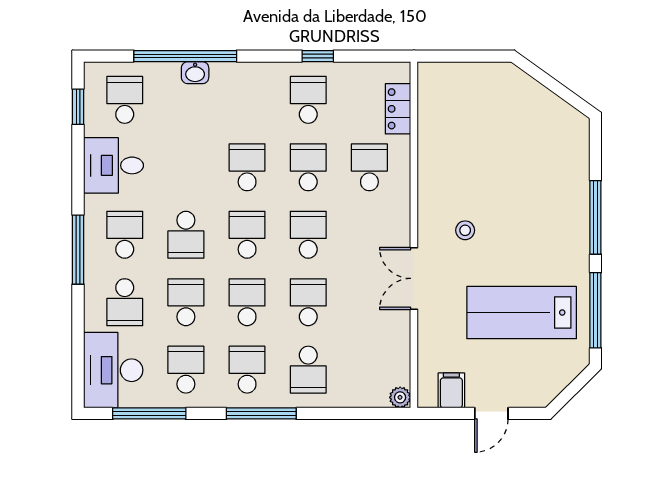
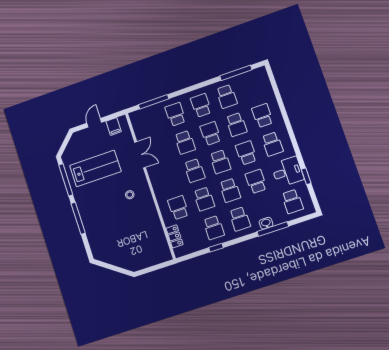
window: (185, 56) -> (273, 229), width x0.68
school desk: (247, 100) -> (240, 219), added
window: (78, 107) -> (306, 176), moved
school desk: (186, 167) -> (256, 181), added
school desk: (369, 167) -> (178, 208), turned 180
window: (78, 250) -> (290, 131), removed
double door: (414, 278) -> (140, 155), moved
school desk: (247, 302) -> (211, 133), turned 180
desk: (113, 370) -> (257, 85), removed
school desk: (247, 370) -> (201, 105), turned 180
plant: (400, 397) -> (134, 116), removed
window: (261, 413) -> (154, 102), moved

